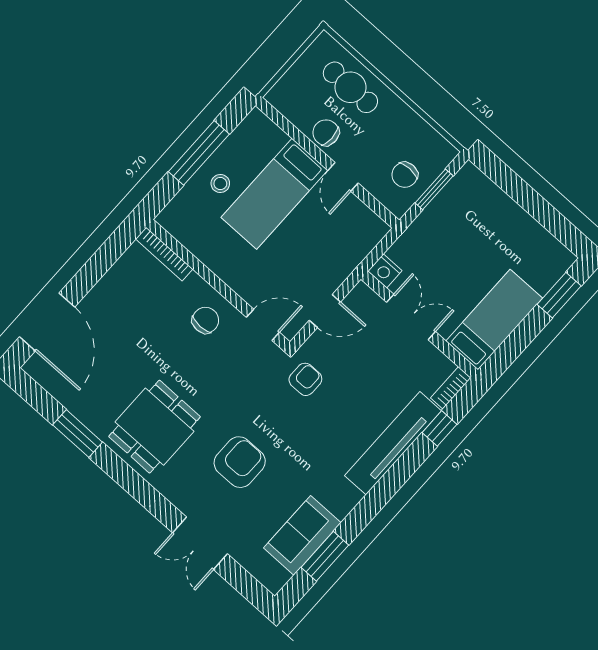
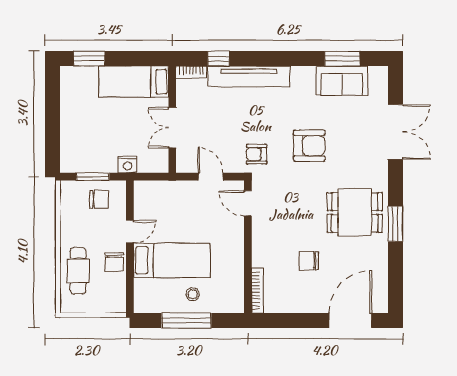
nightstand: (385, 271) -> (128, 165), moved, turned 90
chair: (205, 320) -> (309, 261), moved
window: (78, 433) -> (396, 224), moved
armchair: (240, 462) -> (309, 146), moved, turned 180
double door: (200, 543) -> (396, 132), width x1.37

